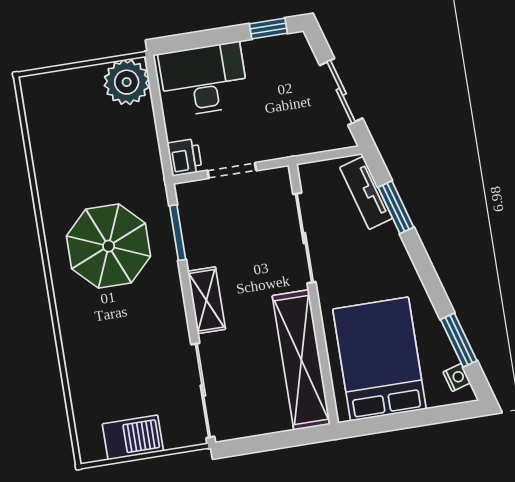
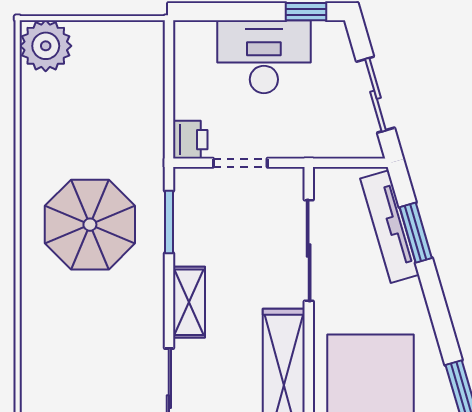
desk: (204, 80) -> (264, 57), moved
plant: (127, 82) -> (46, 46), moved
tv unit: (366, 193) -> (390, 227), width x1.41

